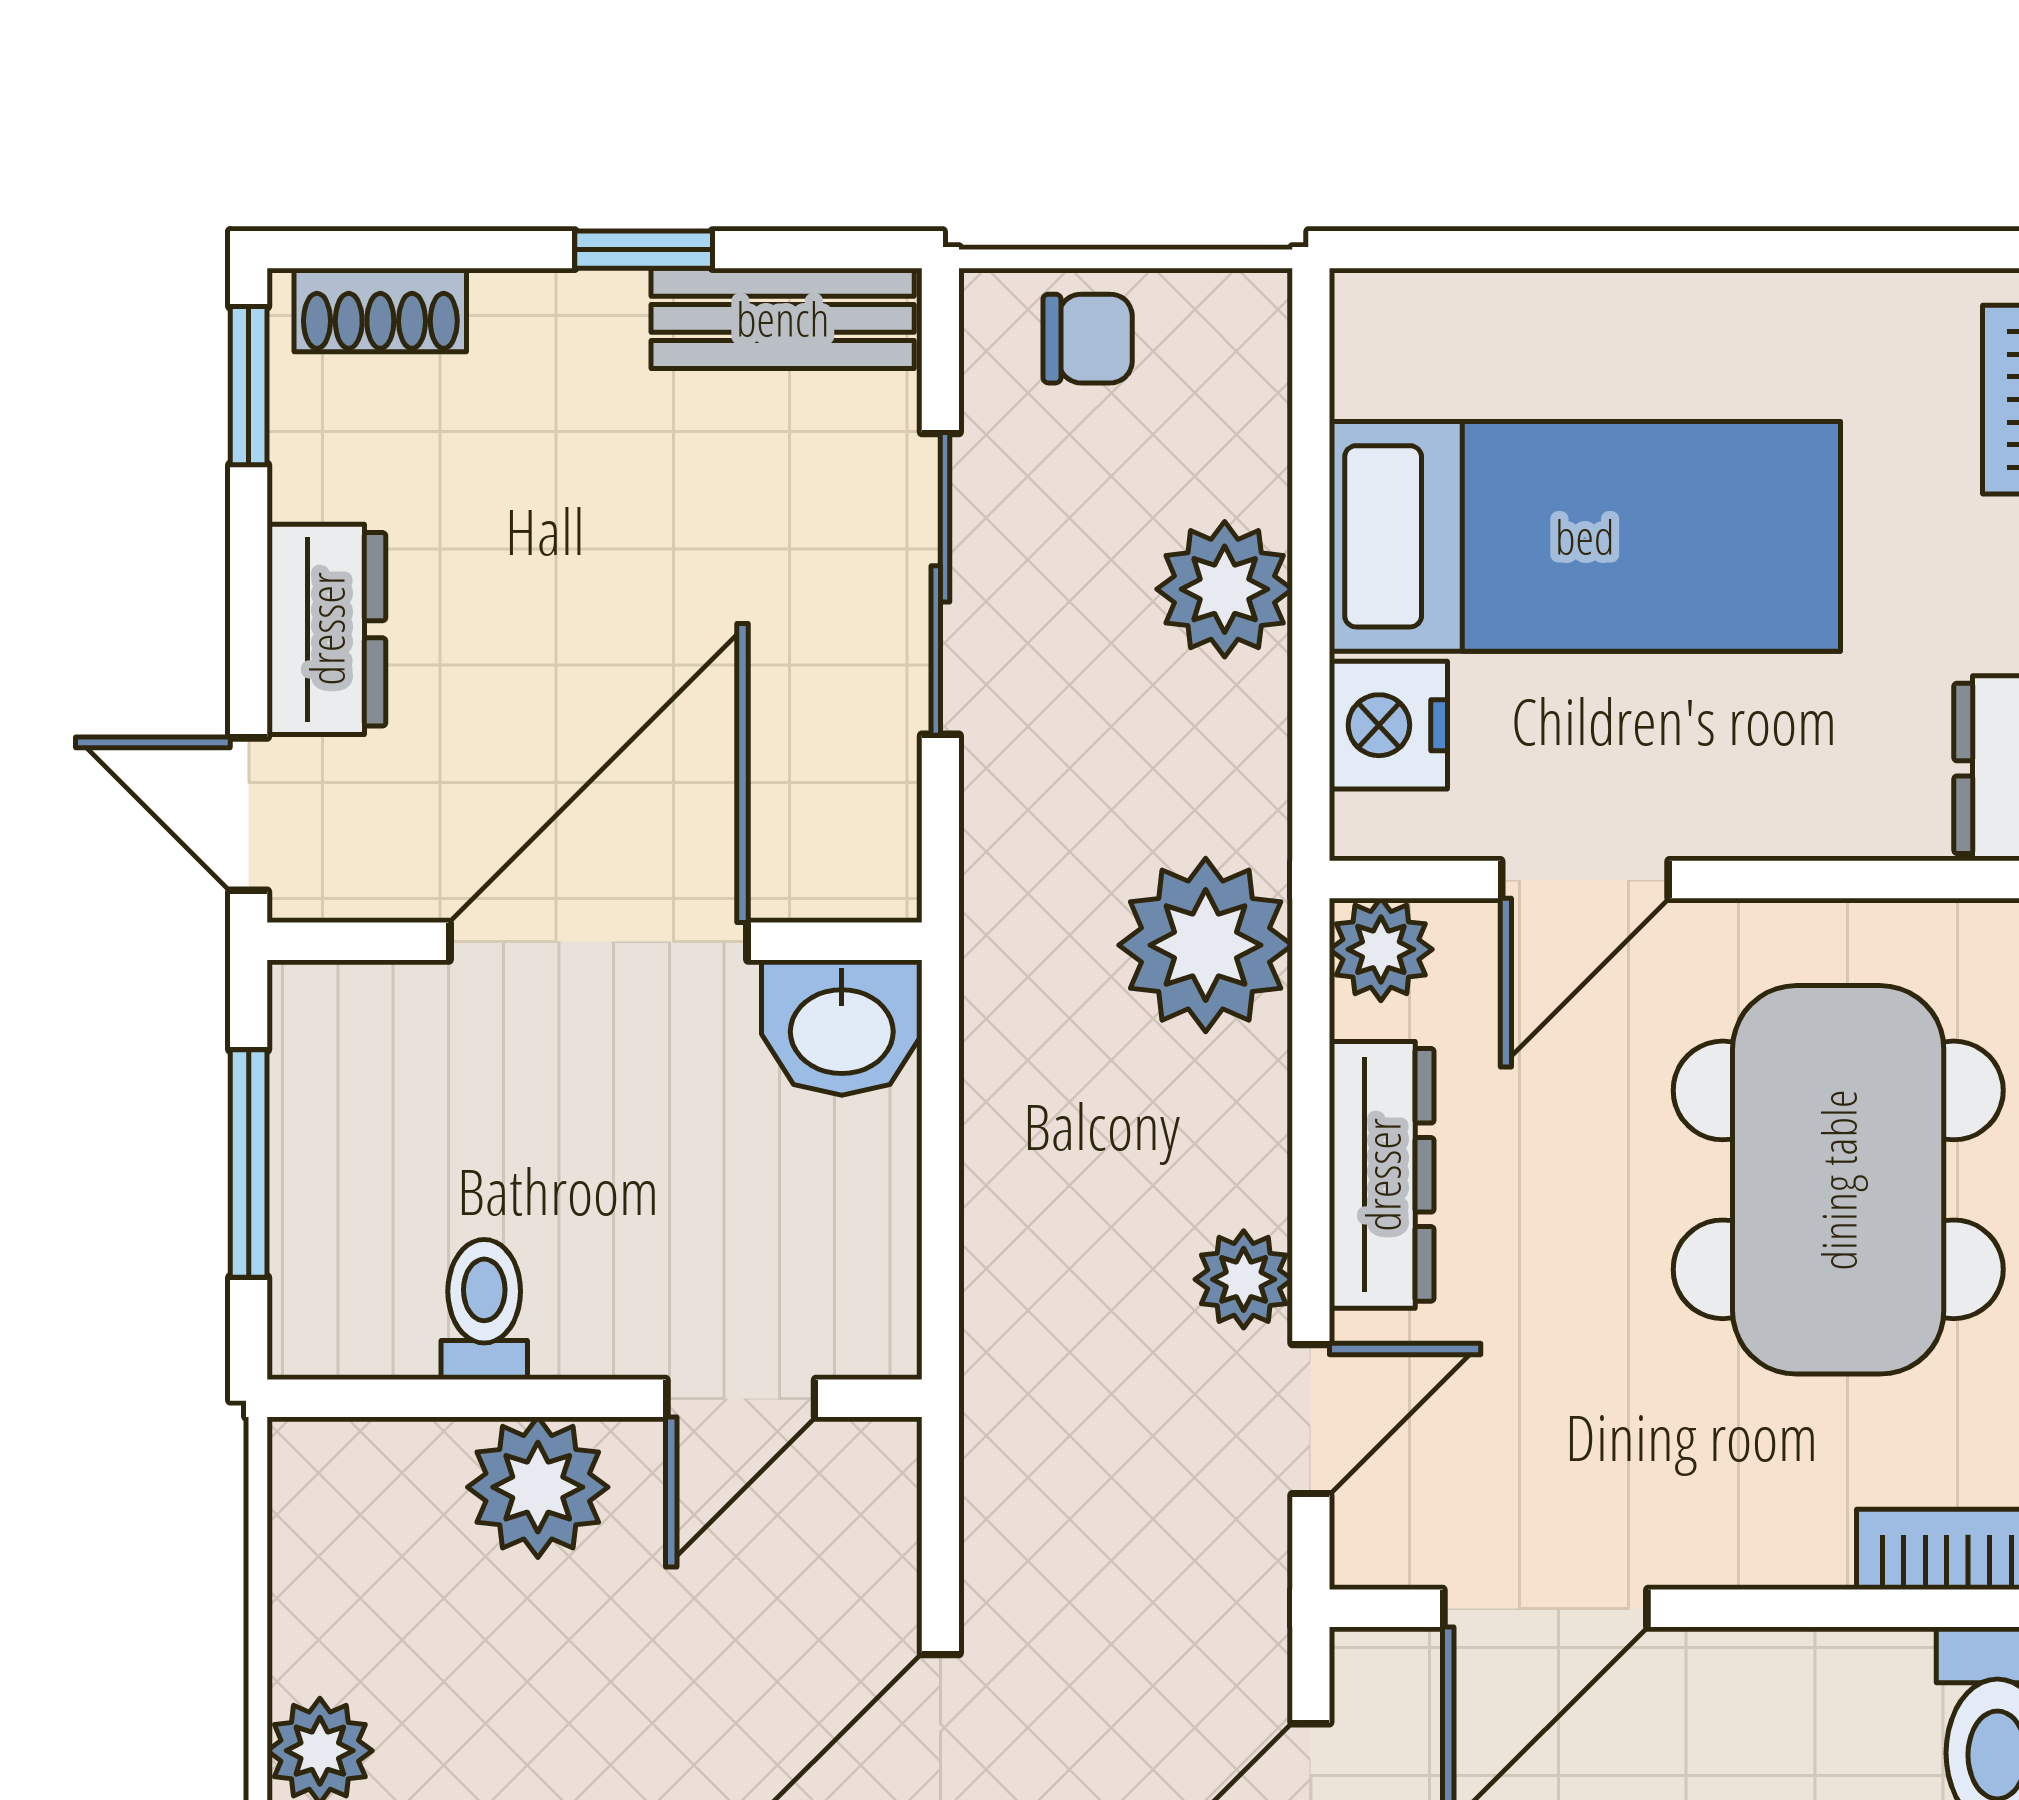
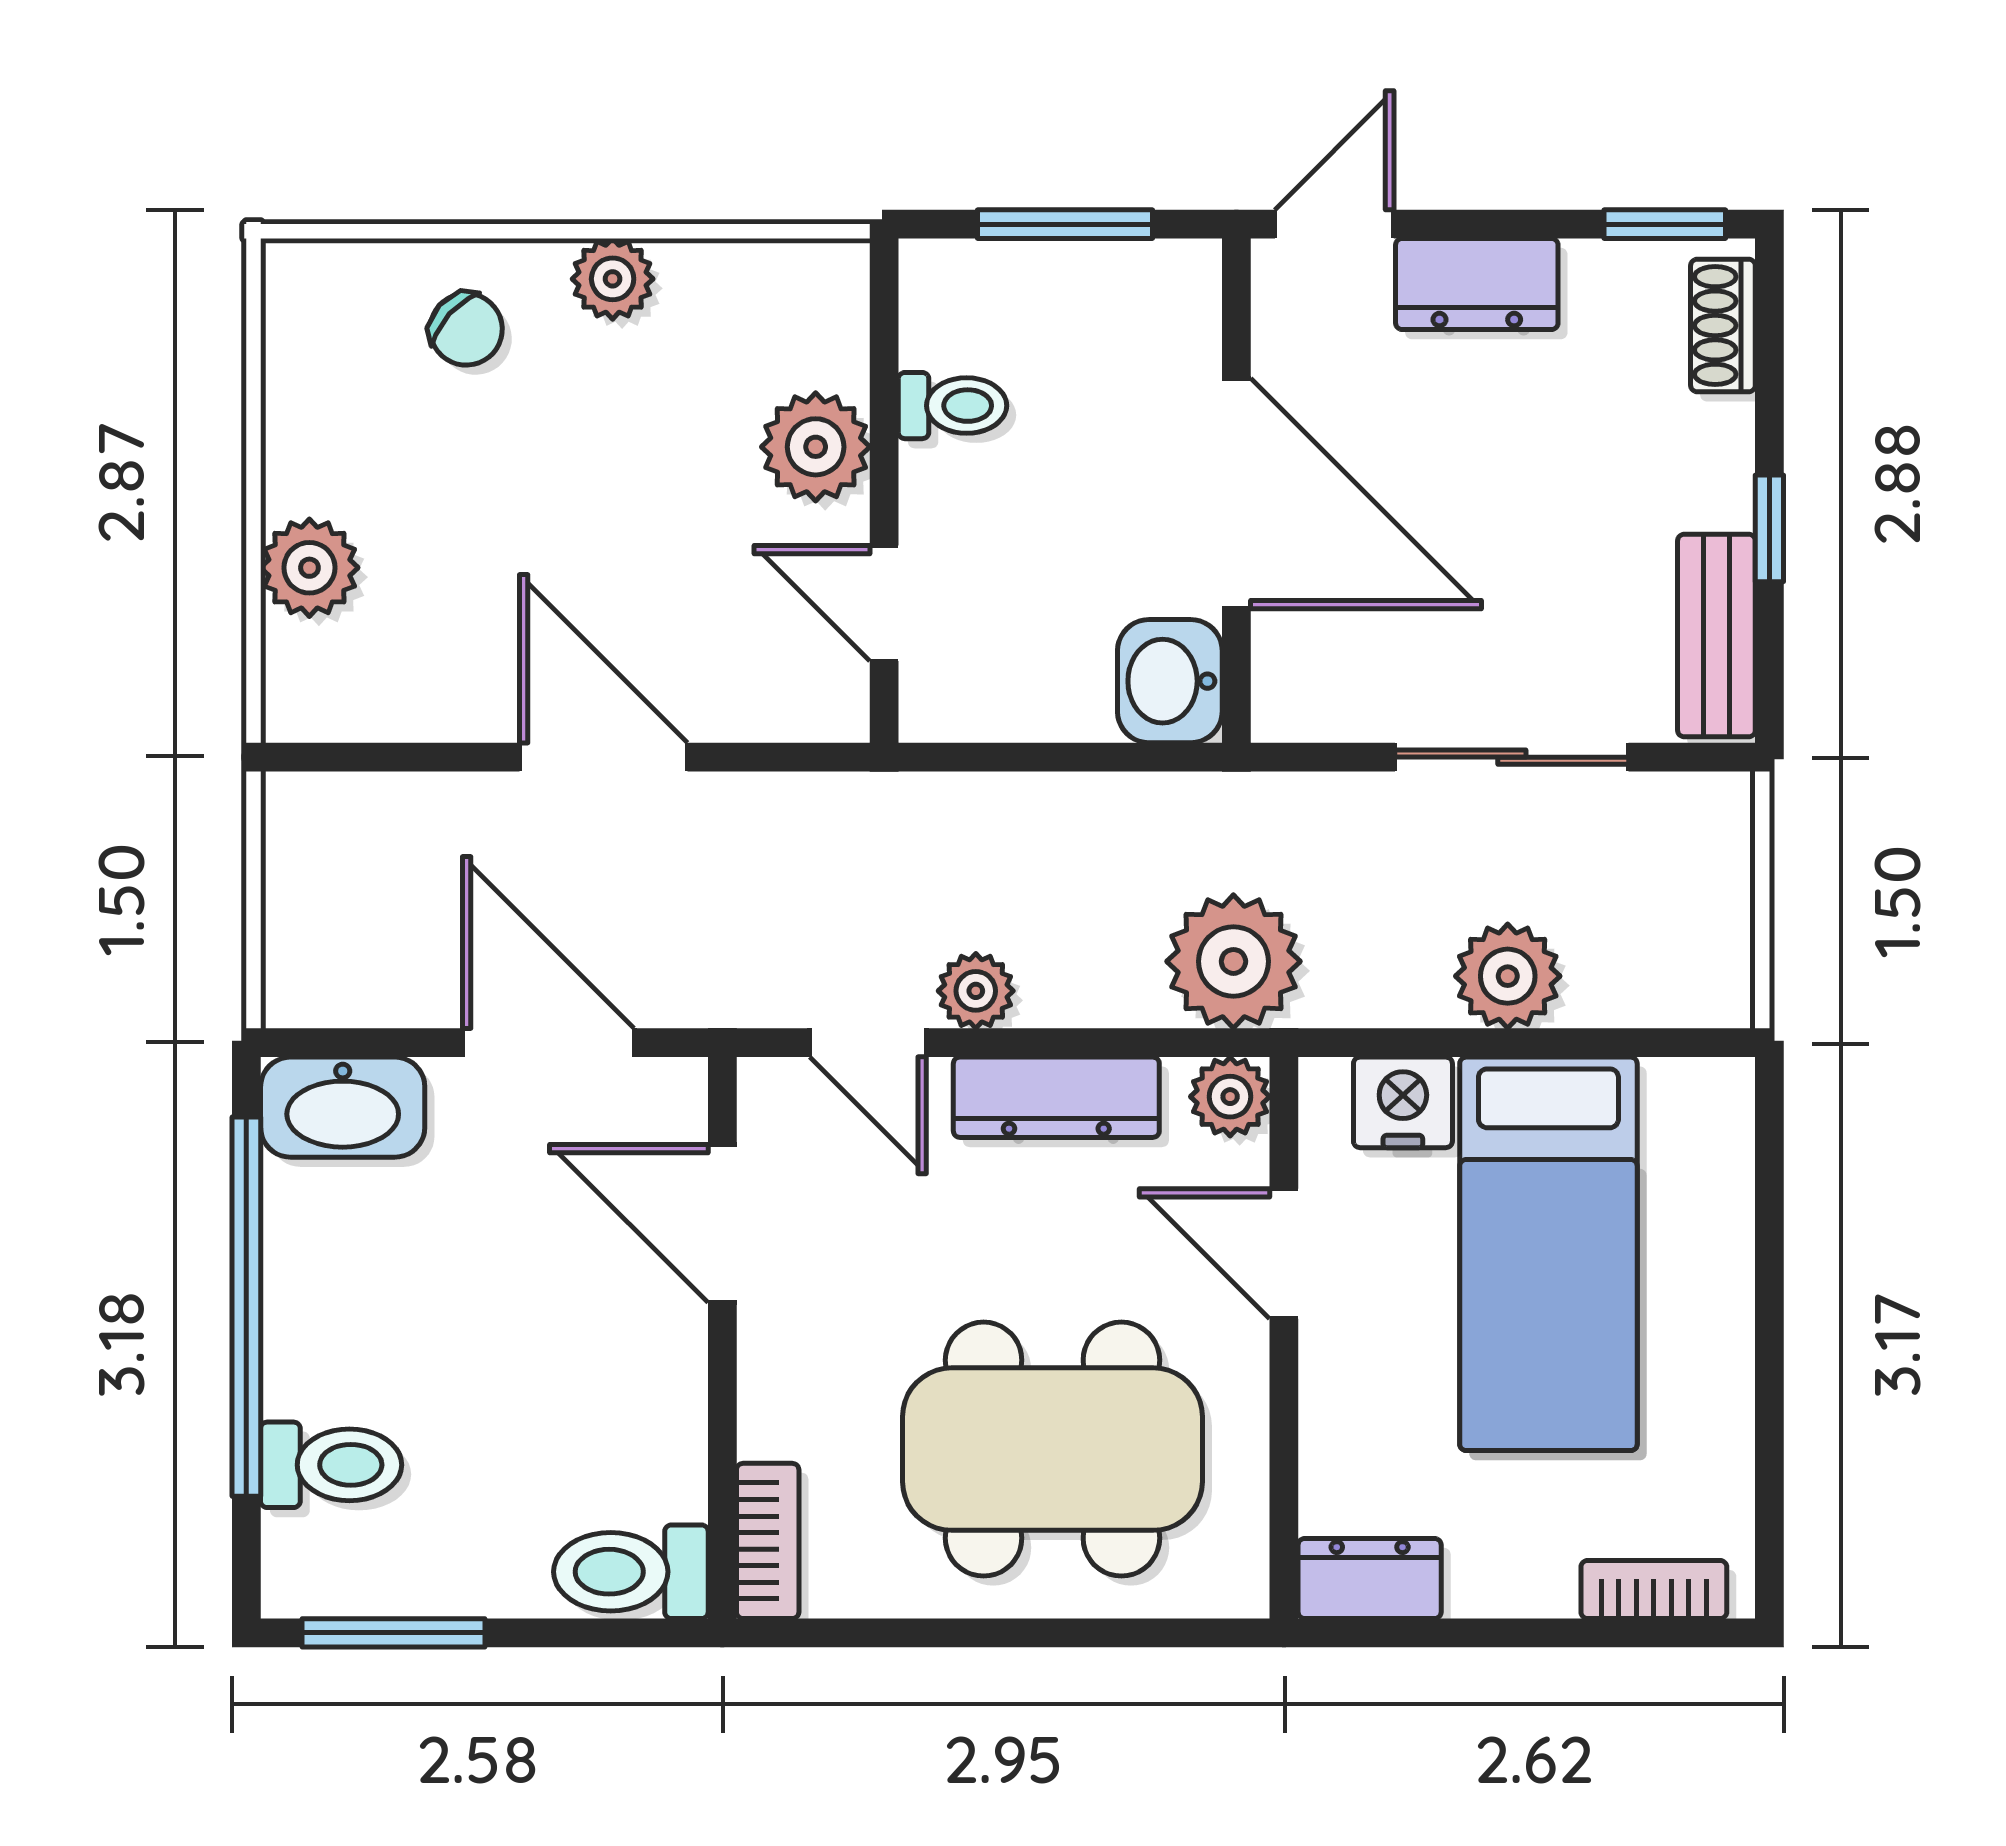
chair: (1088, 339) -> (1701, 871), removed

